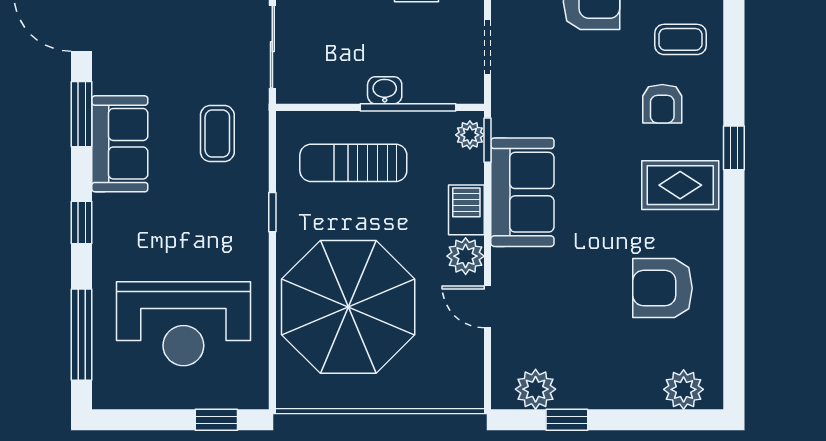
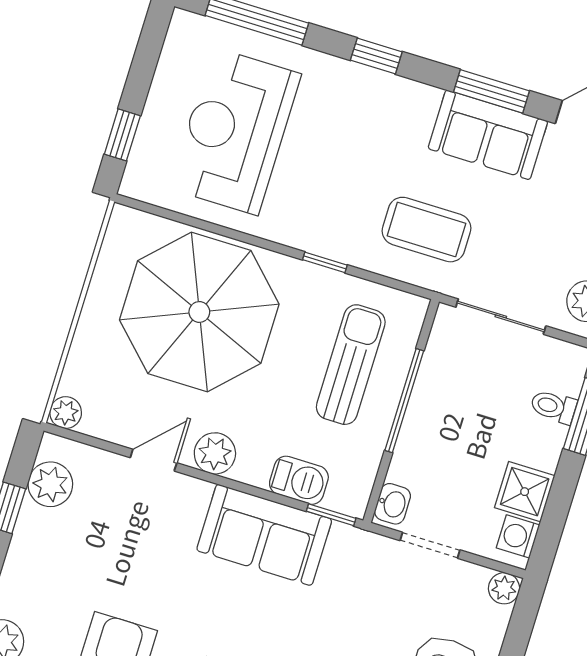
washbasin: (385, 90) -> (393, 504), moved
window: (408, 107) -> (404, 401), moved
coffee table: (217, 134) -> (426, 230), width x1.36, depth x1.30
plant: (470, 135) -> (66, 413), moved
sofa: (120, 144) -> (488, 135), moved
barbecue: (466, 210) -> (299, 480), moved

